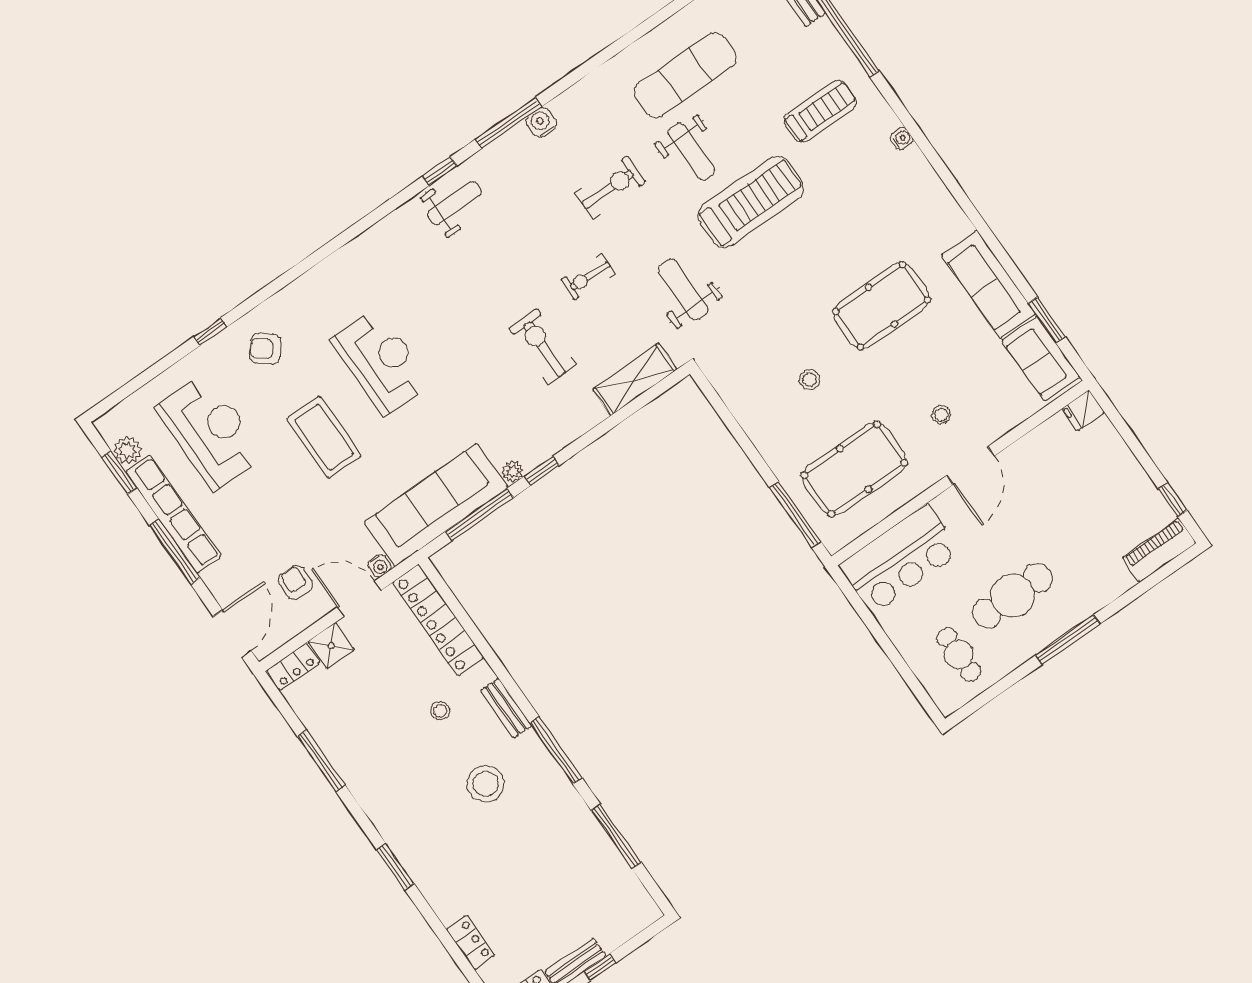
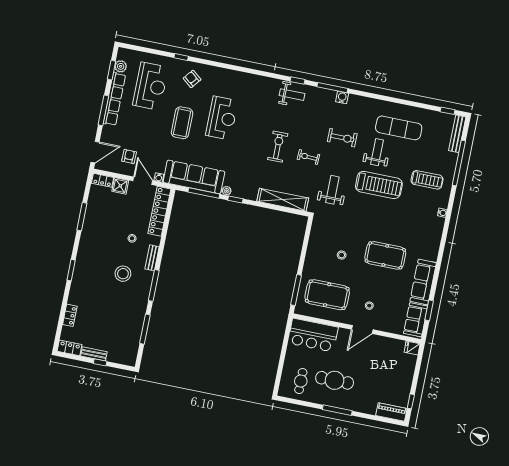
weight bench: (692, 152) -> (377, 152), turned 180
exercise bike: (543, 346) -> (278, 147), moved
shelving: (635, 379) -> (283, 200), width x1.47

